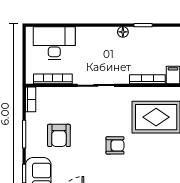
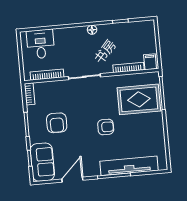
floor lamp: (123, 32) -> (92, 30), moved
desk: (54, 43) -> (40, 44), width x0.73

